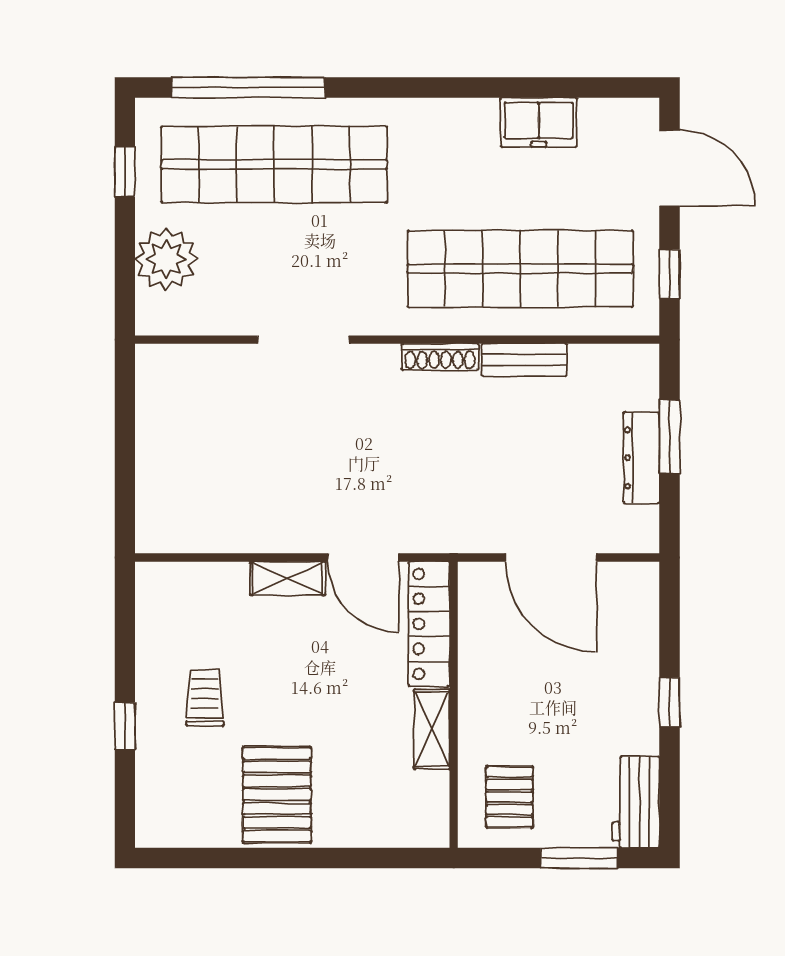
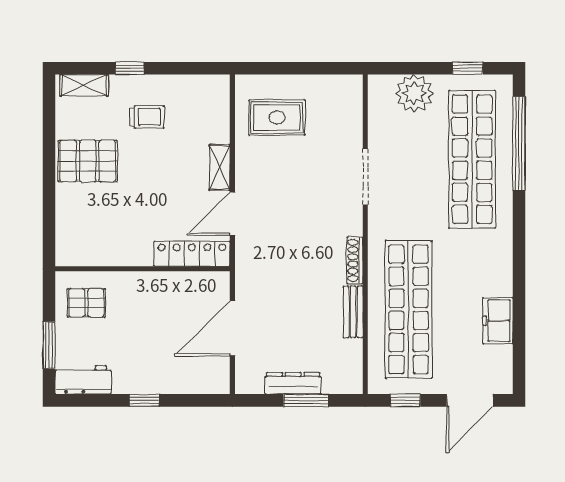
rug: (206, 485) -> (277, 117), added
shelving: (432, 729) -> (84, 85), moved

